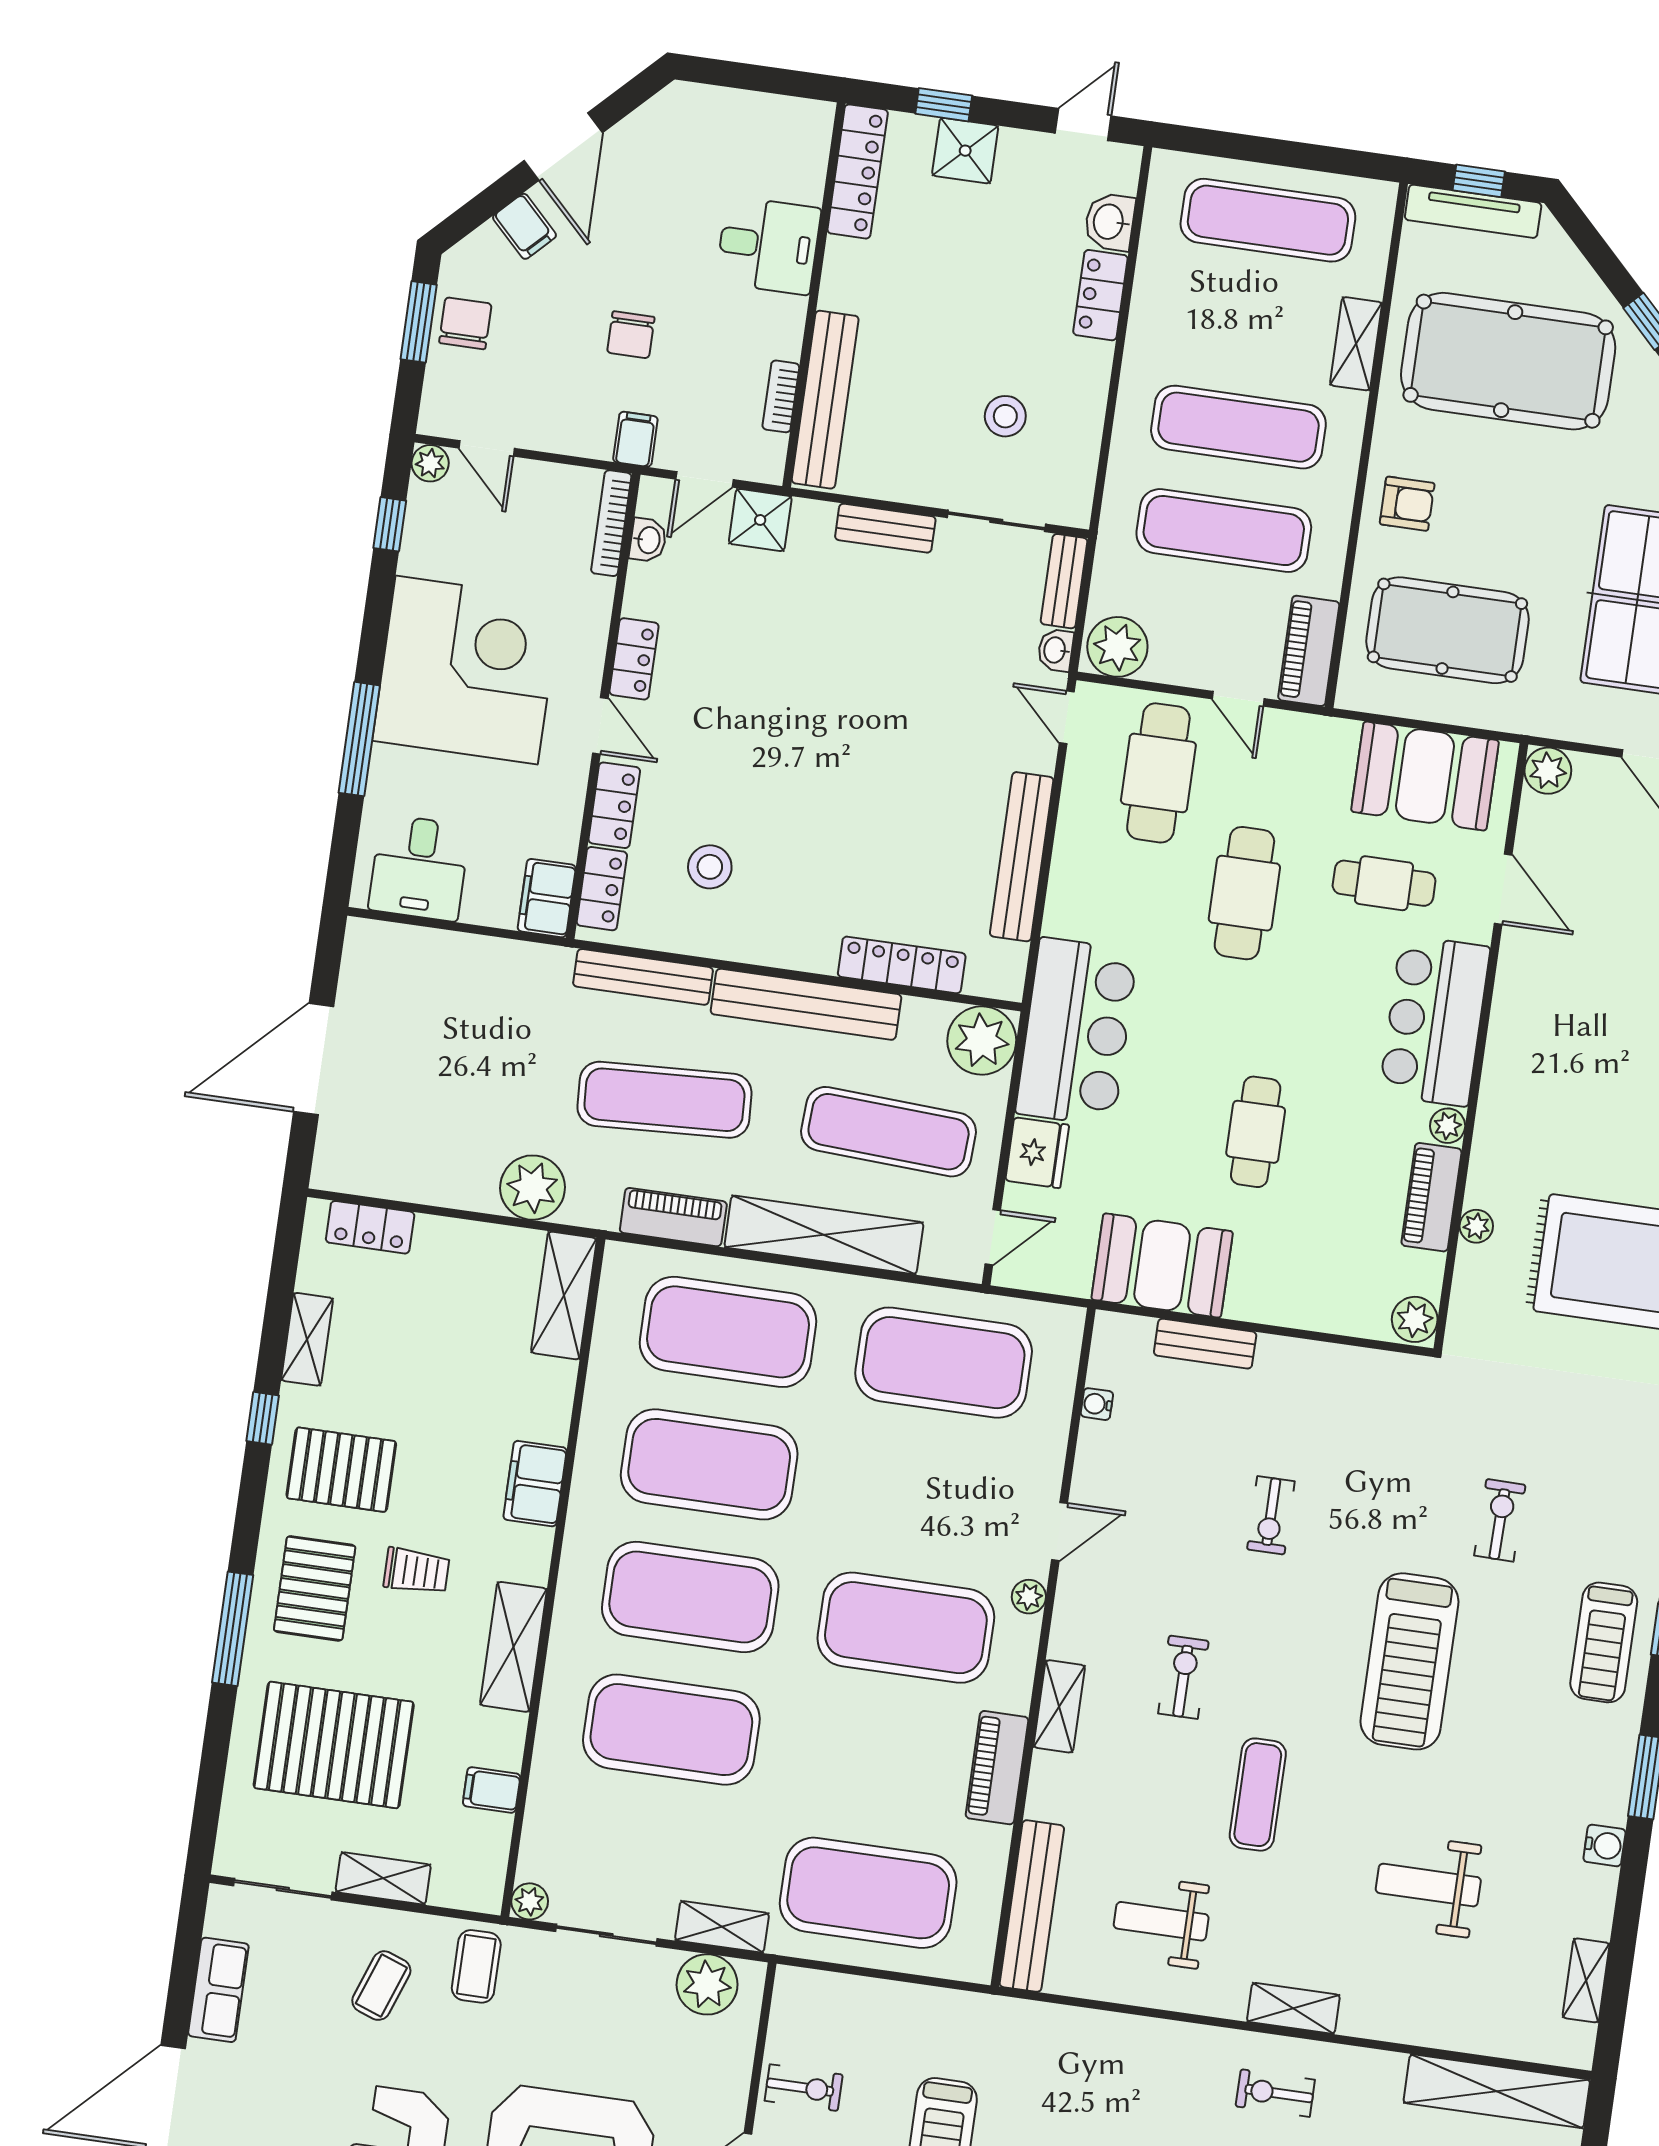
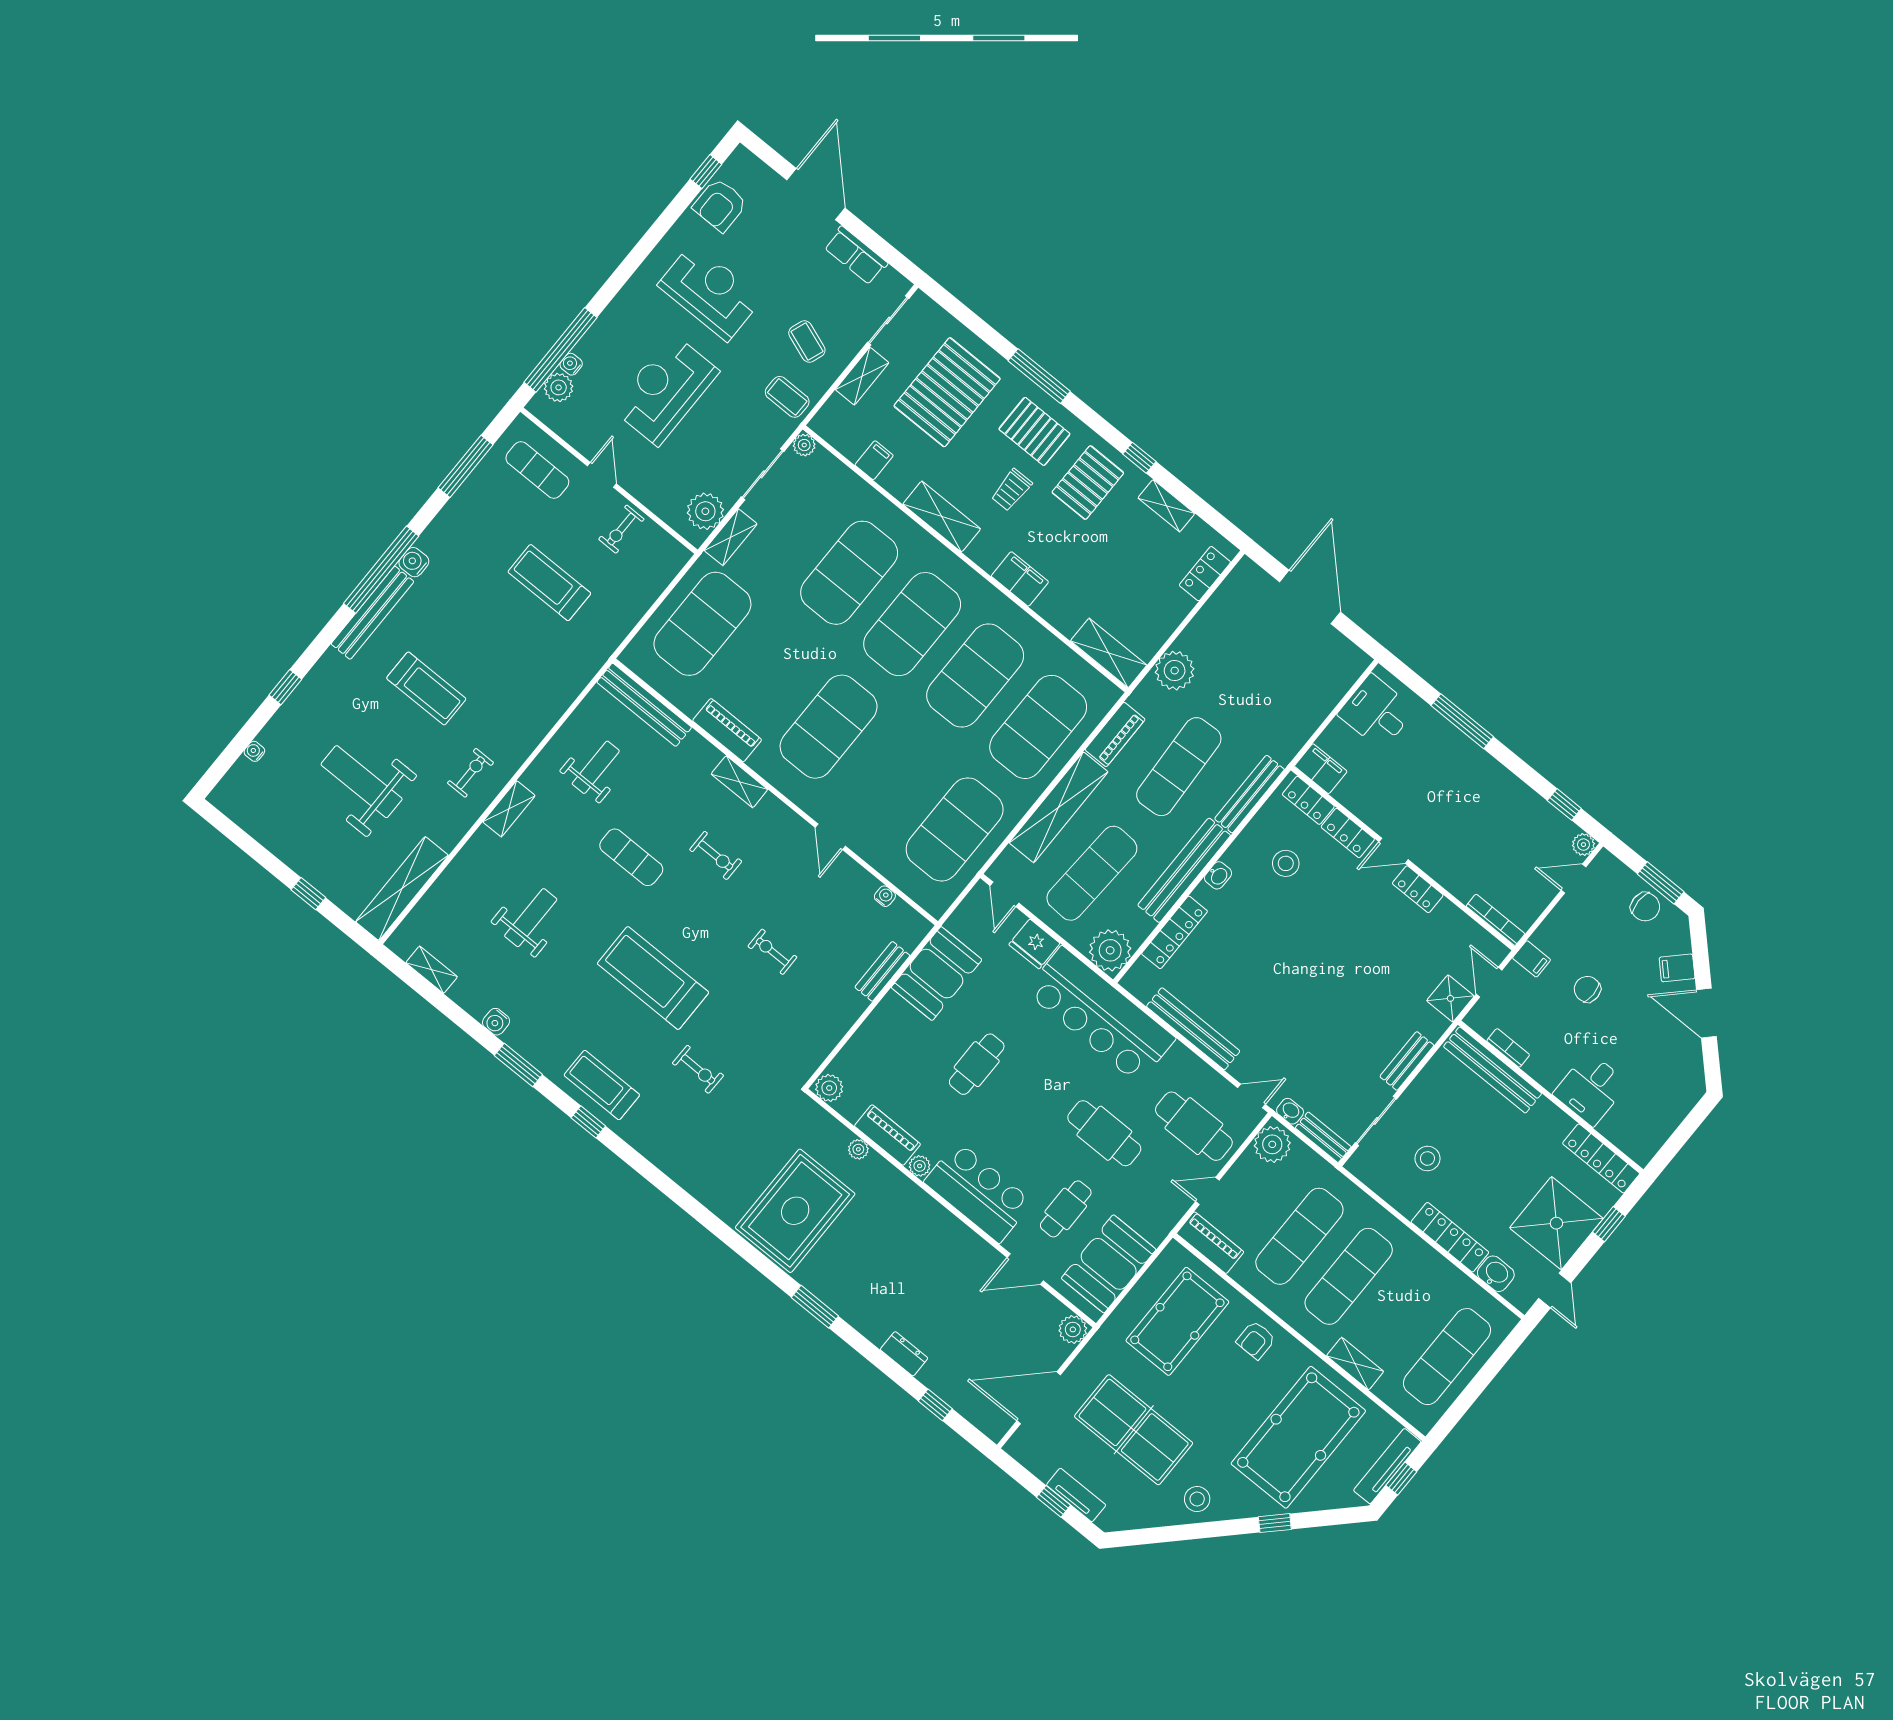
shower: (965, 151) -> (1556, 1223), width x1.86, depth x1.86
locker: (1100, 295) -> (1450, 1237), width x1.53
washbasin: (648, 540) -> (1218, 875), moved, turned -90
corner desk: (467, 670) -> (1465, 799), removed
bar counter: (1077, 1032) -> (1100, 1015), width x1.36
cafe table: (1256, 1132) -> (977, 1064), turned 90
plant: (1029, 1597) -> (806, 800), removed

